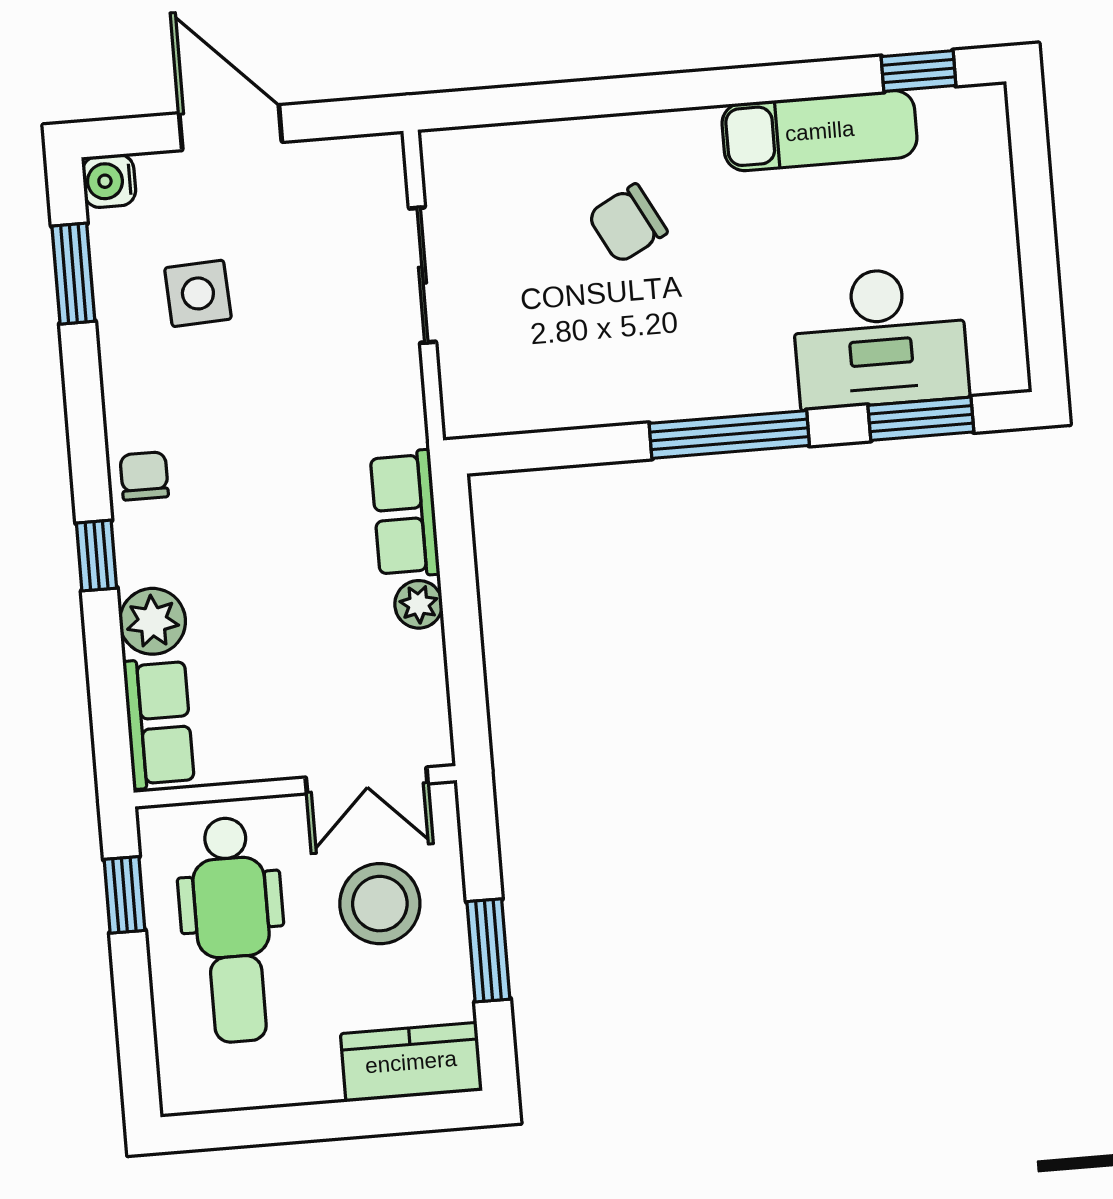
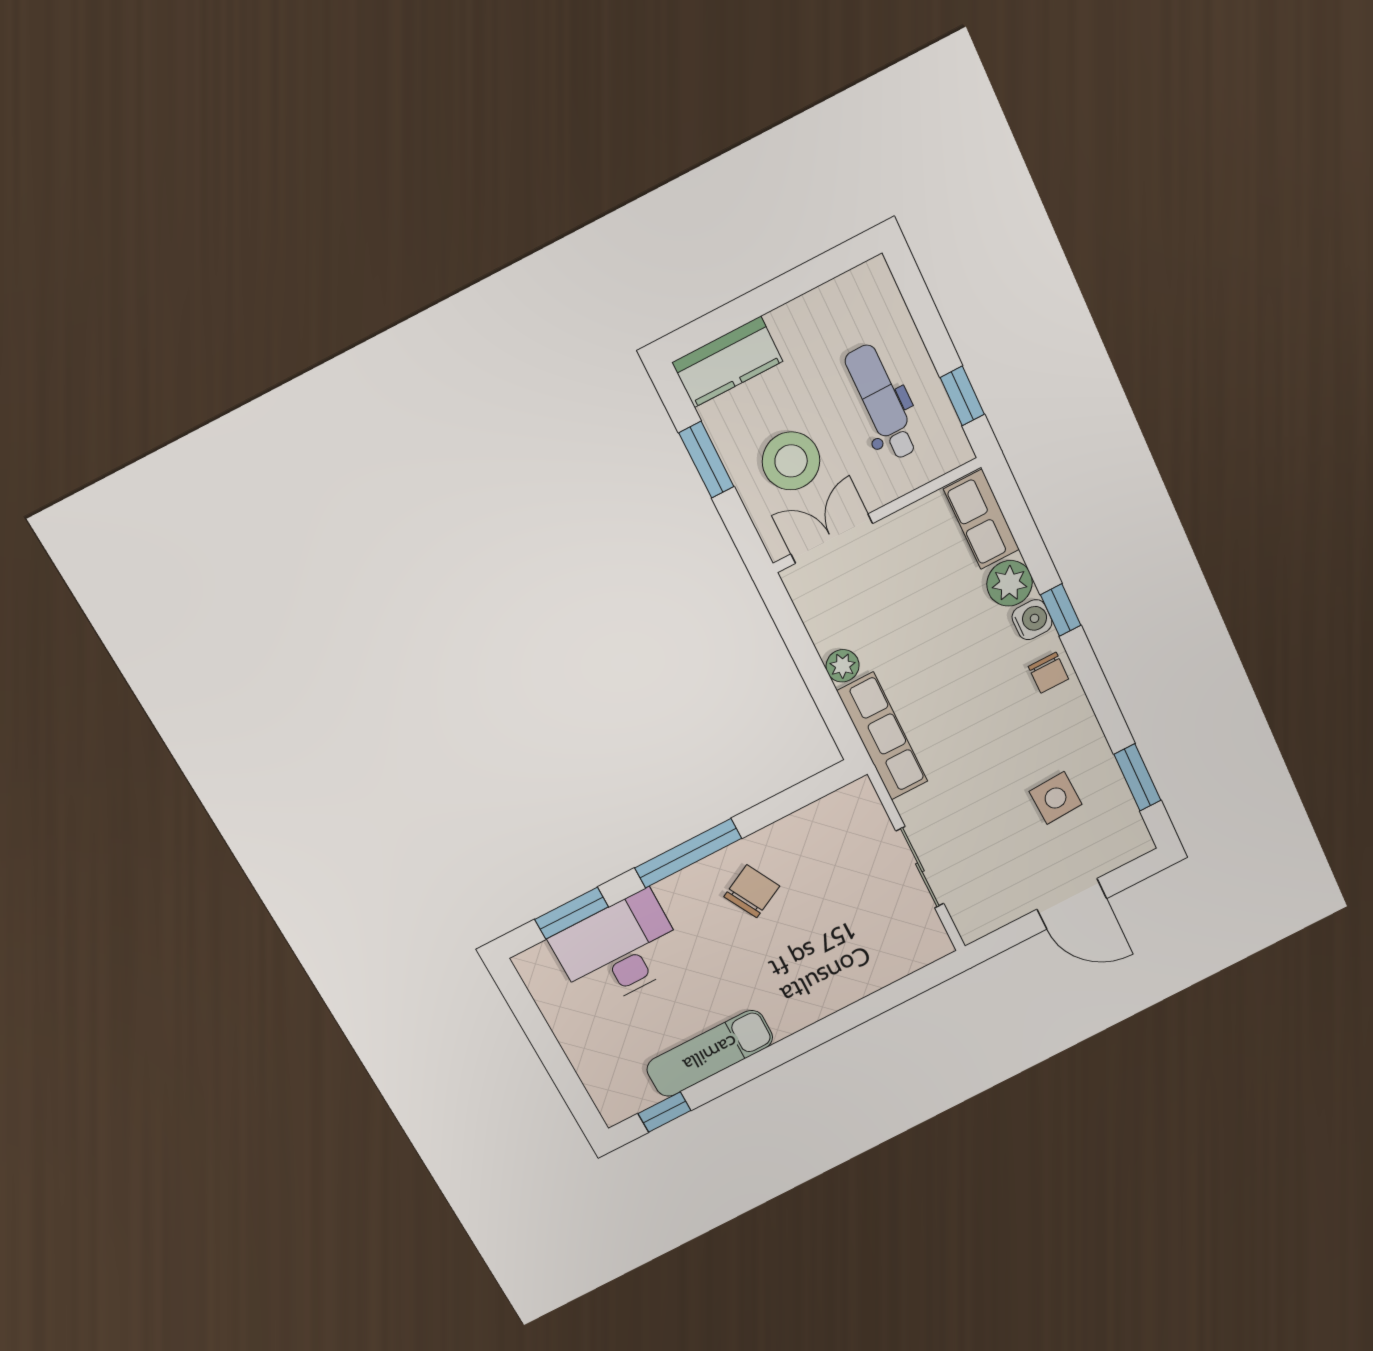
water cooler: (109, 181) -> (1032, 620), moved
chair: (627, 224) -> (752, 891), moved
row of seats: (405, 514) -> (882, 736), width x1.48
dental chair: (233, 930) -> (882, 402), width x0.73, depth x0.72

